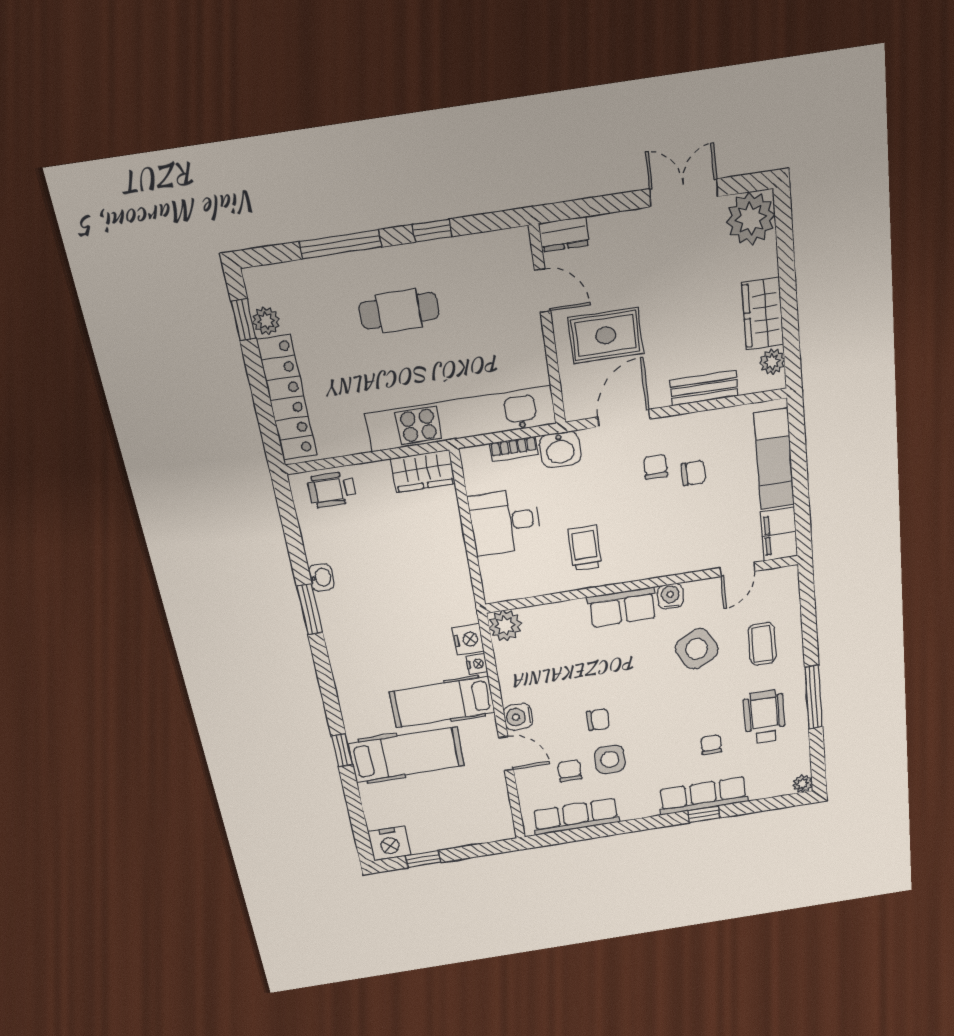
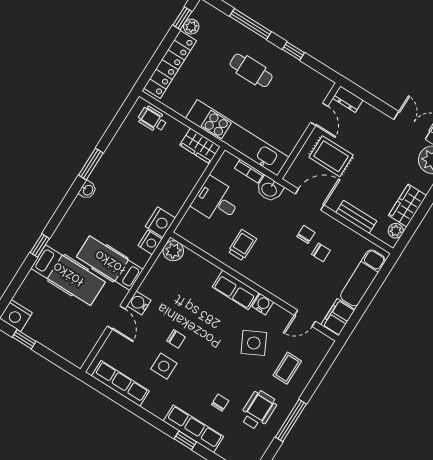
washbasin: (321, 577) -> (88, 190), moved
nightstand: (477, 664) -> (160, 222), moved, width x1.89, depth x1.79
chair: (570, 771) -> (139, 355), removed

